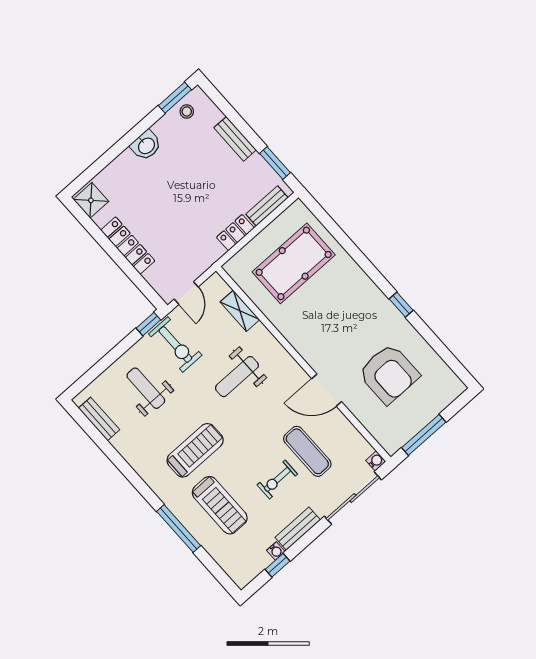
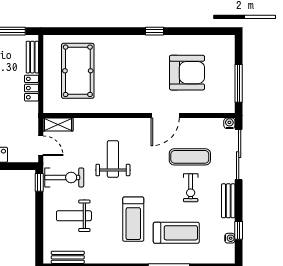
shelving: (240, 311) -> (58, 125), moved
weight bench: (237, 377) -> (113, 159), turned 180
treadmill: (195, 450) -> (133, 219), turned 180
water cooler: (276, 551) -> (230, 238), moved

